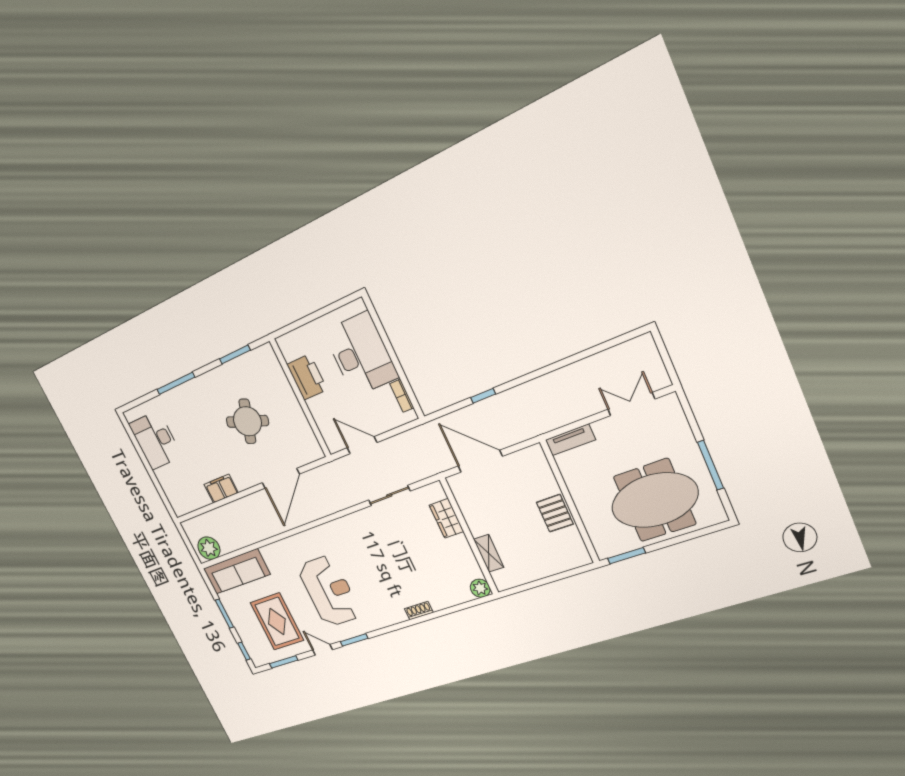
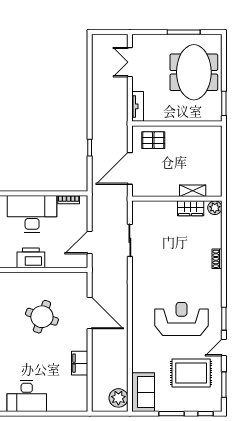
pallet: (555, 513) -> (153, 140), moved
wardrobe: (446, 518) -> (191, 208), moved
sofa: (237, 571) -> (143, 392), width x0.73

